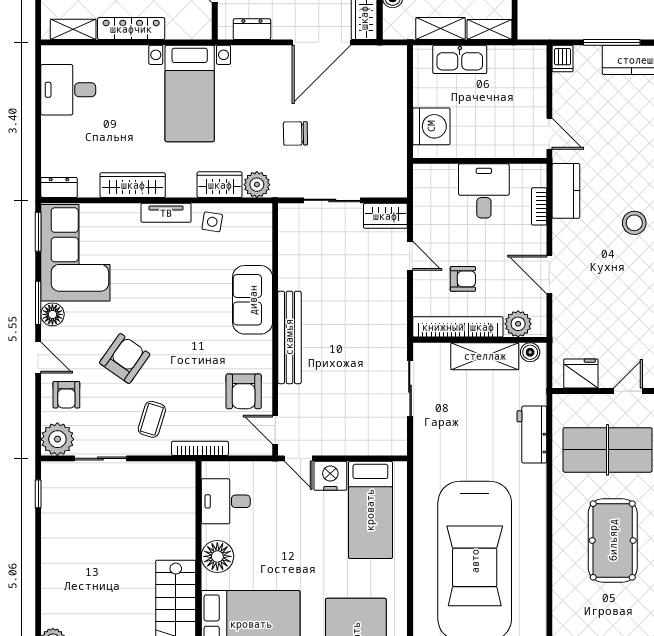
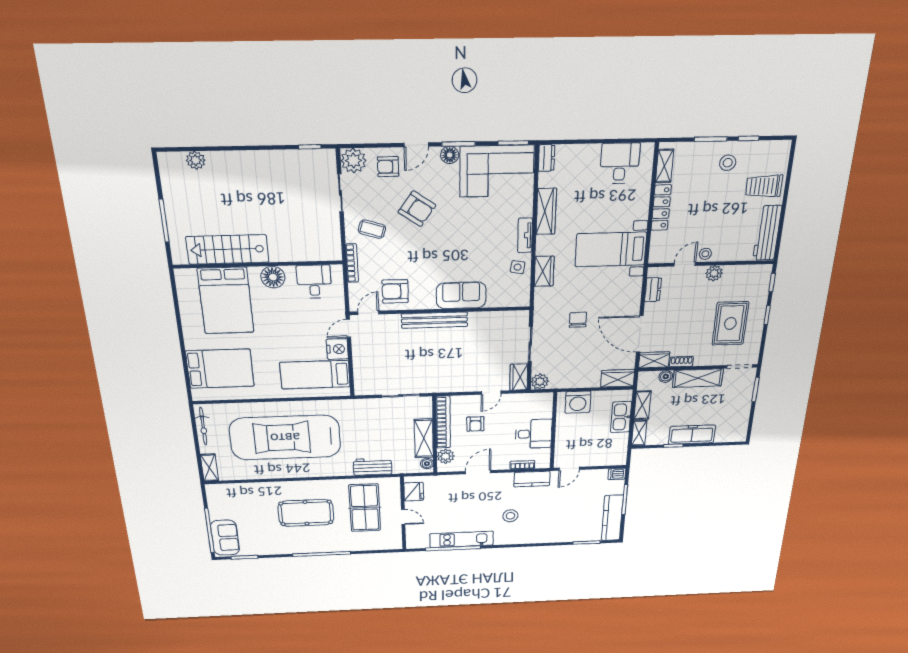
wardrobe: (393, 70) -> (618, 378), added
plant: (257, 185) -> (540, 382), moved

